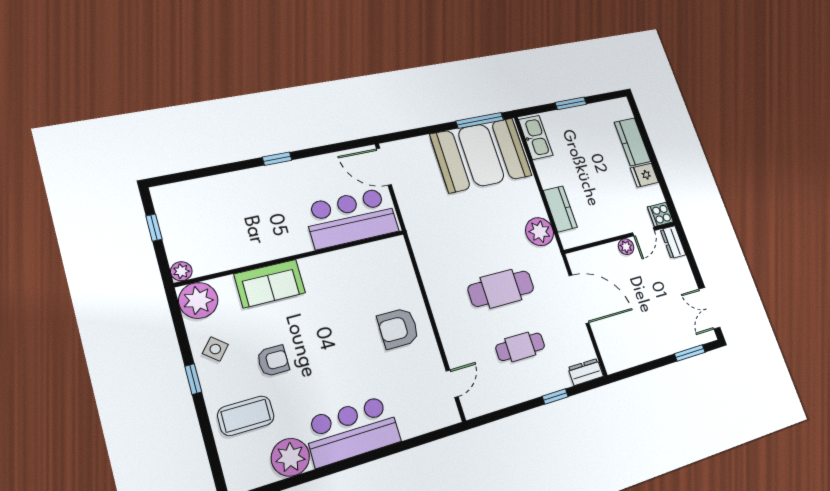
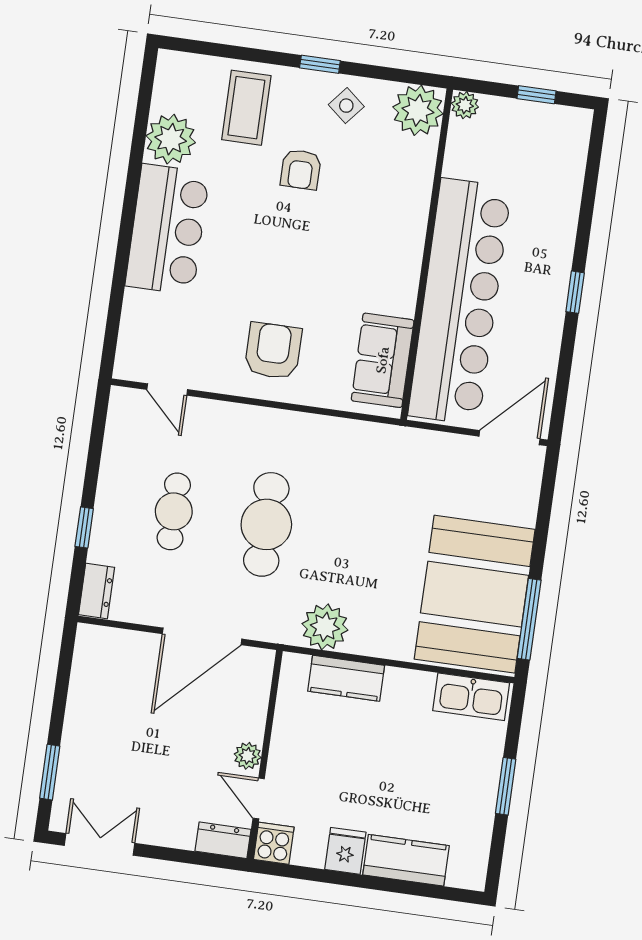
bar counter: (351, 218) -> (460, 301), width x1.86
sofa: (270, 283) -> (383, 360), moved

